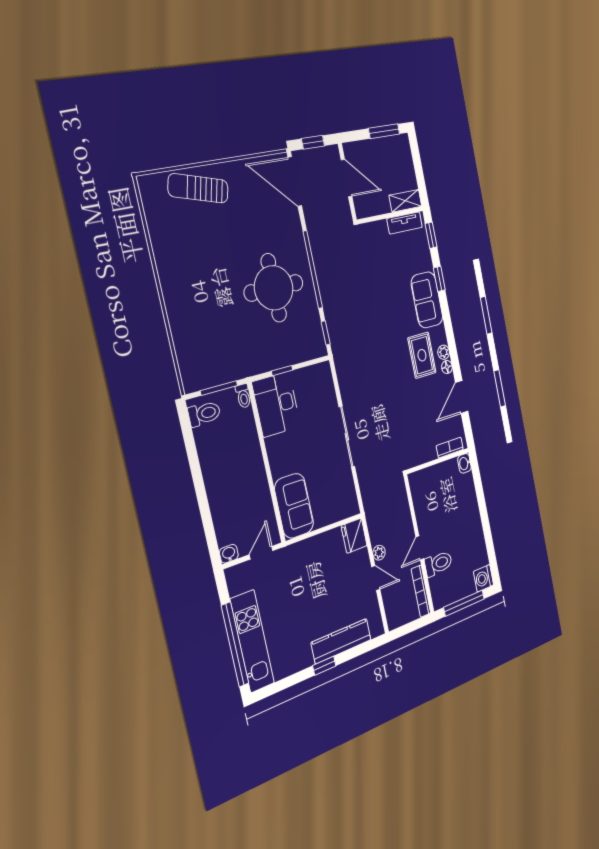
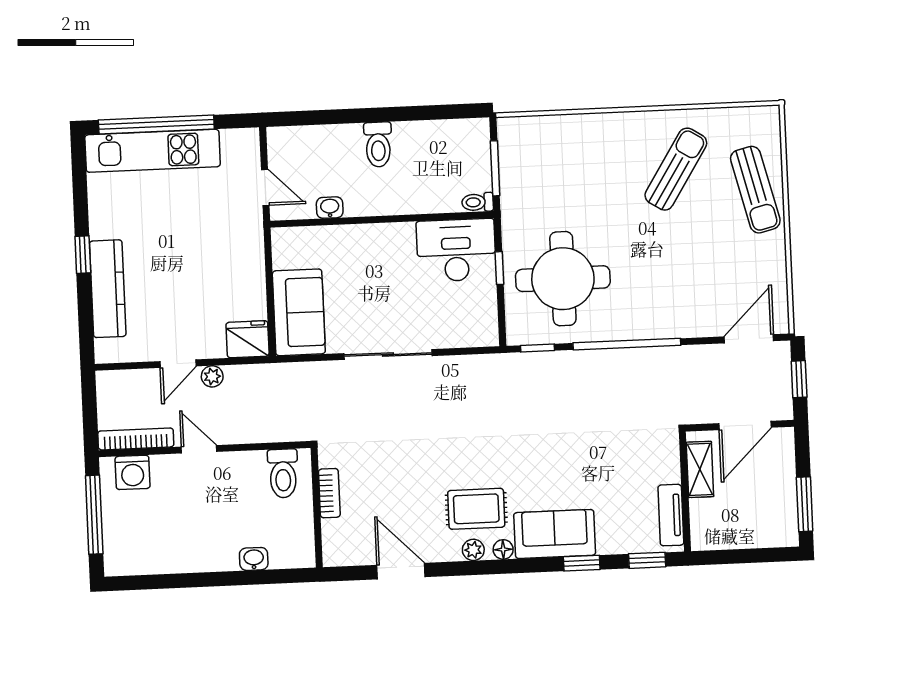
door: (295, 182) -> (749, 339), width x0.73
sun lounger: (198, 188) -> (755, 190), turned 151
shelving: (405, 201) -> (700, 469), moved
sun lounger: (195, 251) -> (676, 169), added
round table: (274, 288) -> (563, 279), moved
floor lamp: (447, 367) -> (503, 549), moved
toilet: (204, 414) -> (378, 144), moved
bookcase: (450, 448) -> (329, 493), moved
washbasin: (464, 463) -> (254, 559), moved
sofa: (294, 506) -> (299, 312), moved, turned -90
washbasin: (229, 554) -> (330, 208), moved, turned -90
toilet: (438, 563) -> (283, 473), moved
washing machine: (484, 578) -> (133, 472), moved, turned 180

